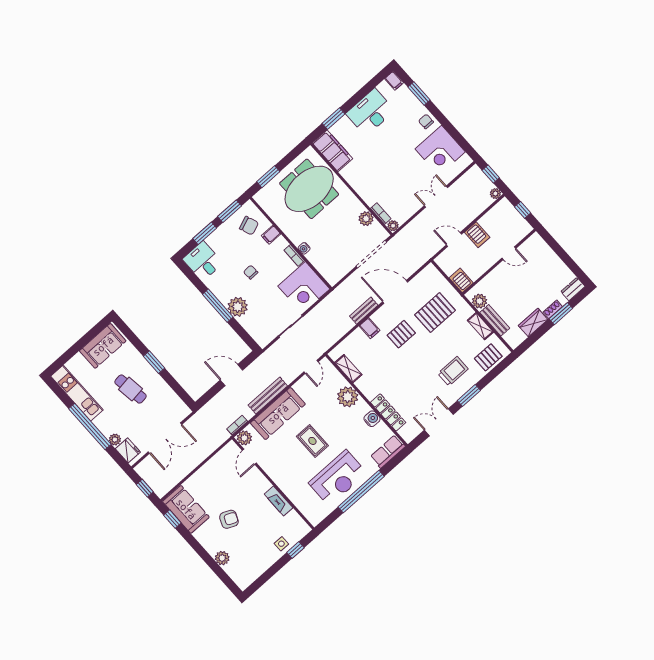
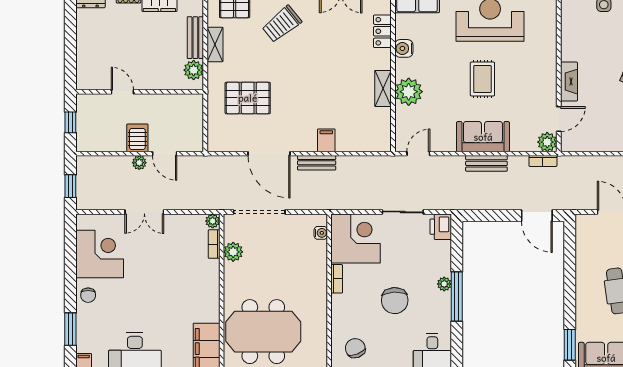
plant: (495, 194) -> (139, 163), moved
filing cabinet: (271, 235) -> (342, 320), removed
water cooler: (304, 248) -> (321, 233), moved
chair: (251, 272) -> (395, 301), width x1.87, depth x1.87
server rack: (461, 280) -> (193, 107), removed
plant: (238, 307) -> (444, 284), width x0.53, depth x0.53
pallet: (401, 334) -> (300, 106), removed
printer: (262, 337) -> (441, 227), added
window: (154, 362) -> (570, 345), moved
shelving: (348, 369) -> (383, 88), moved
trolley: (453, 371) -> (282, 24), turned -39
door: (231, 375) -> (537, 216), moved
bench: (268, 395) -> (486, 163), width x0.73
locker: (388, 412) -> (382, 31), width x0.66
sofa: (278, 414) -> (483, 137), width x0.73
fireplace: (279, 501) -> (569, 82), moved

